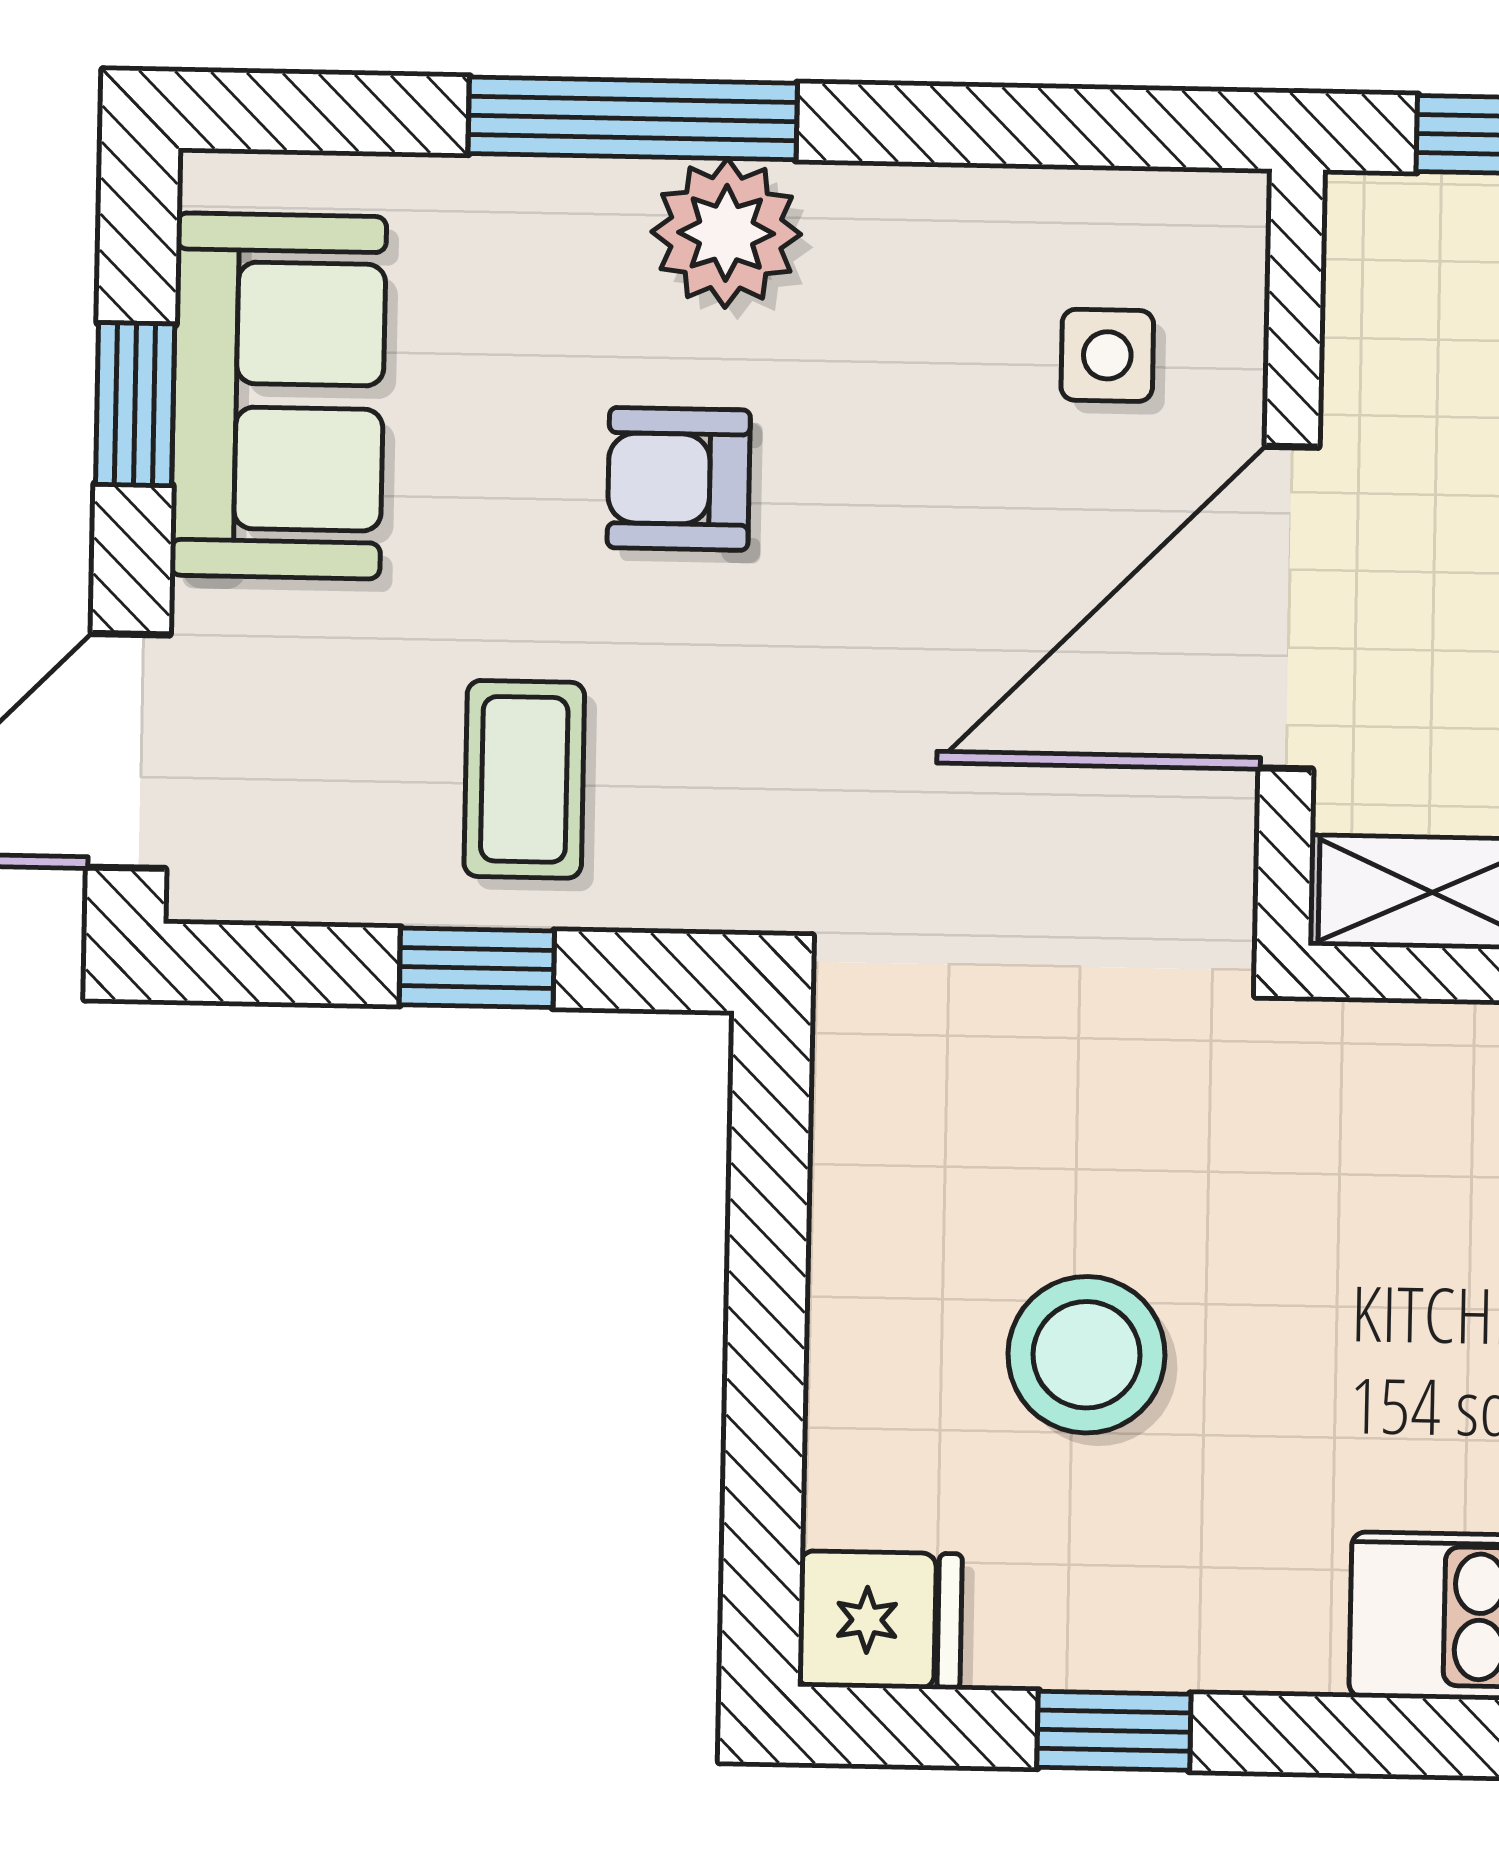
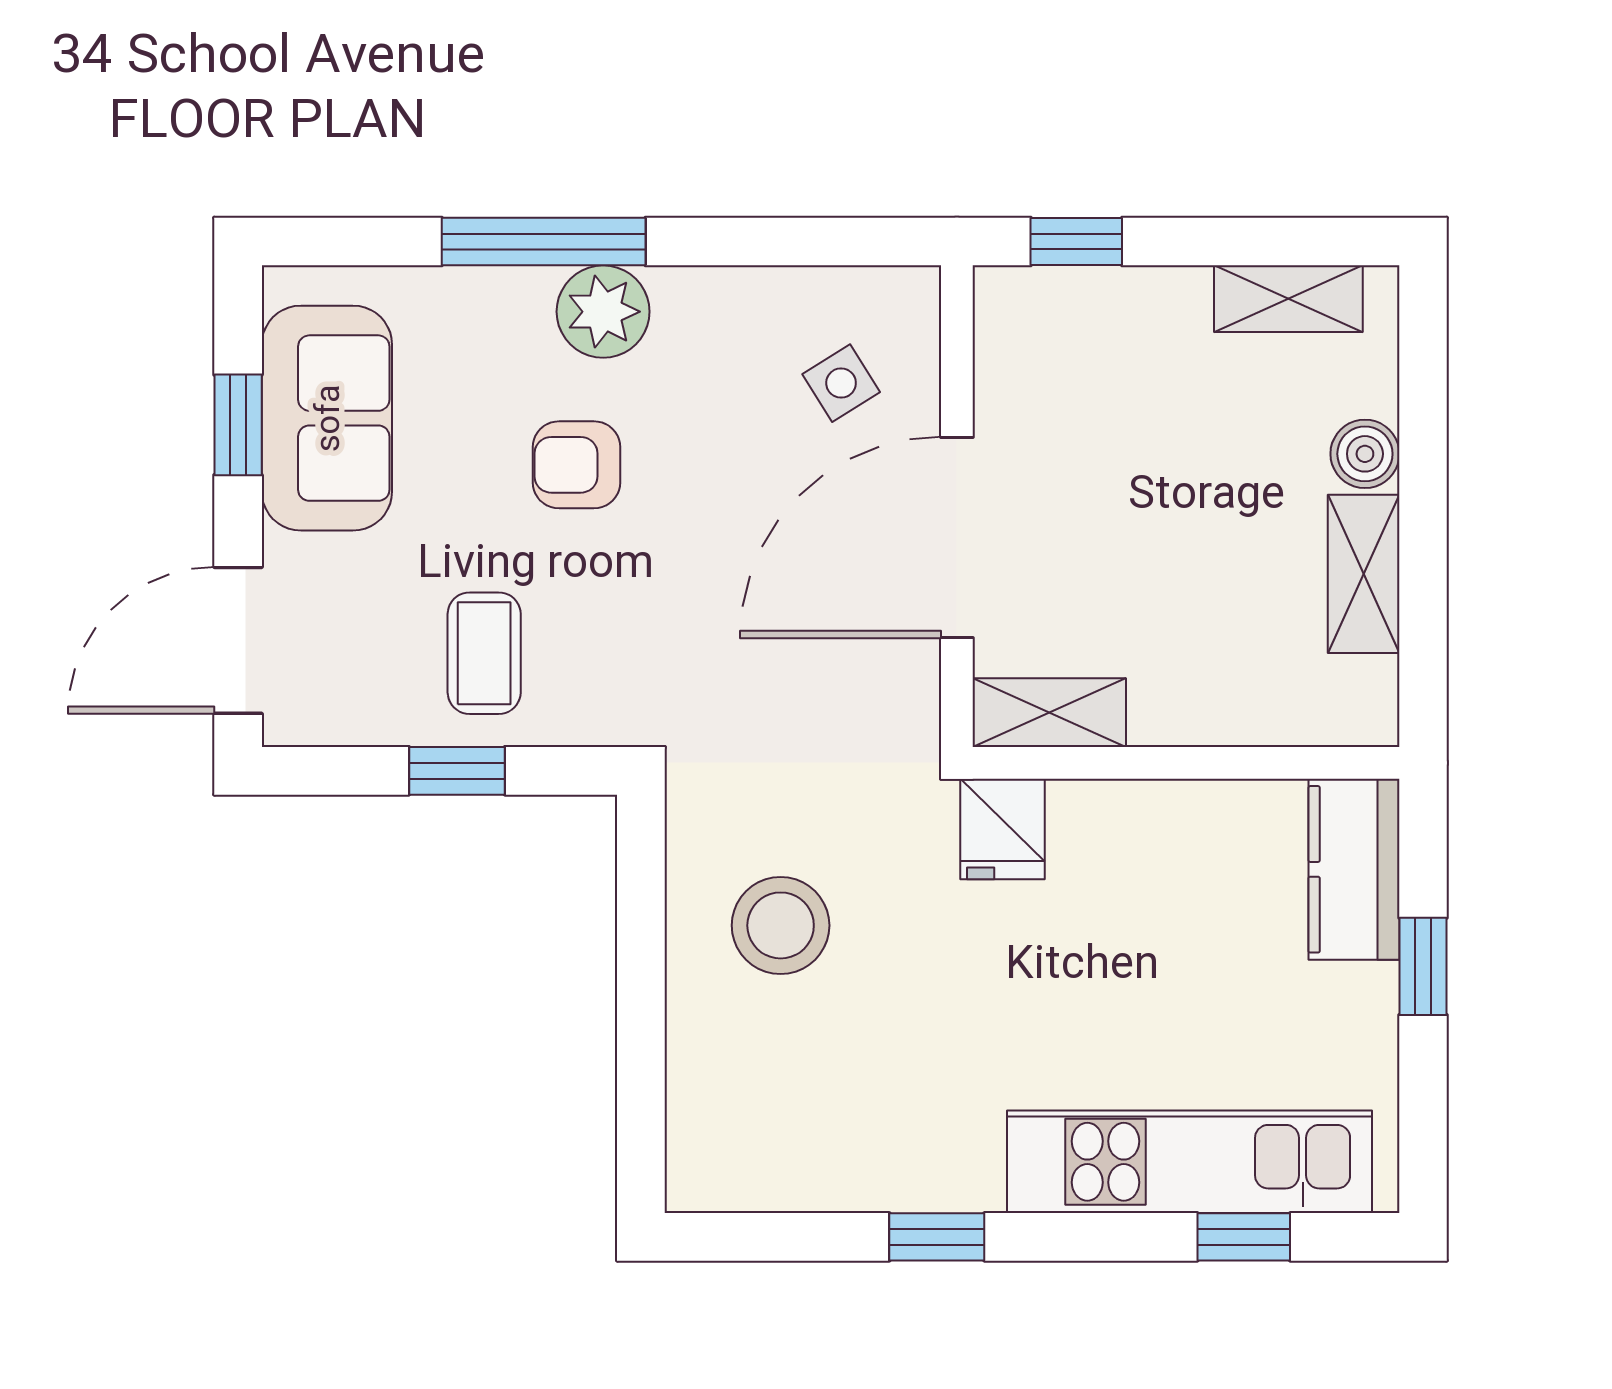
side table: (1107, 355) -> (841, 383), turned -32
stool: (1086, 1355) -> (781, 925), moved
fridge: (880, 1620) -> (1002, 829), moved, turned 90
window: (1114, 1731) -> (937, 1237), moved

